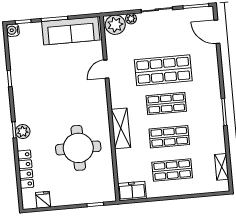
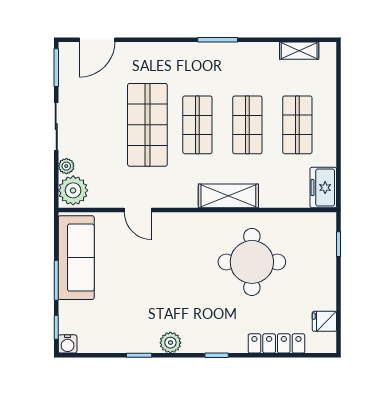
plant: (23, 132) -> (170, 343), moved

